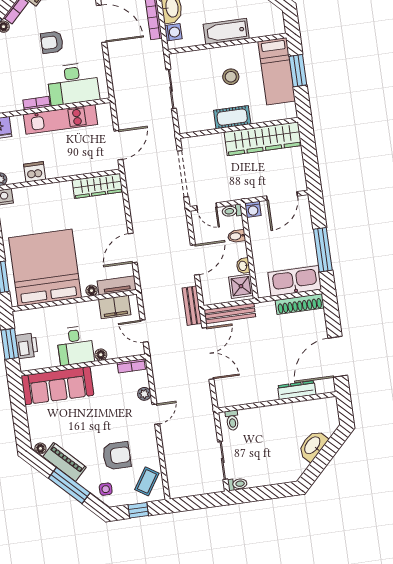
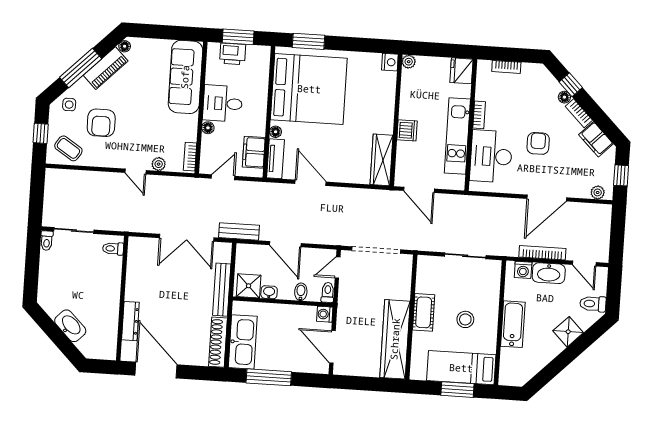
dishwasher: (35, 172) -> (407, 130), moved
bench: (230, 313) -> (222, 290), moved

